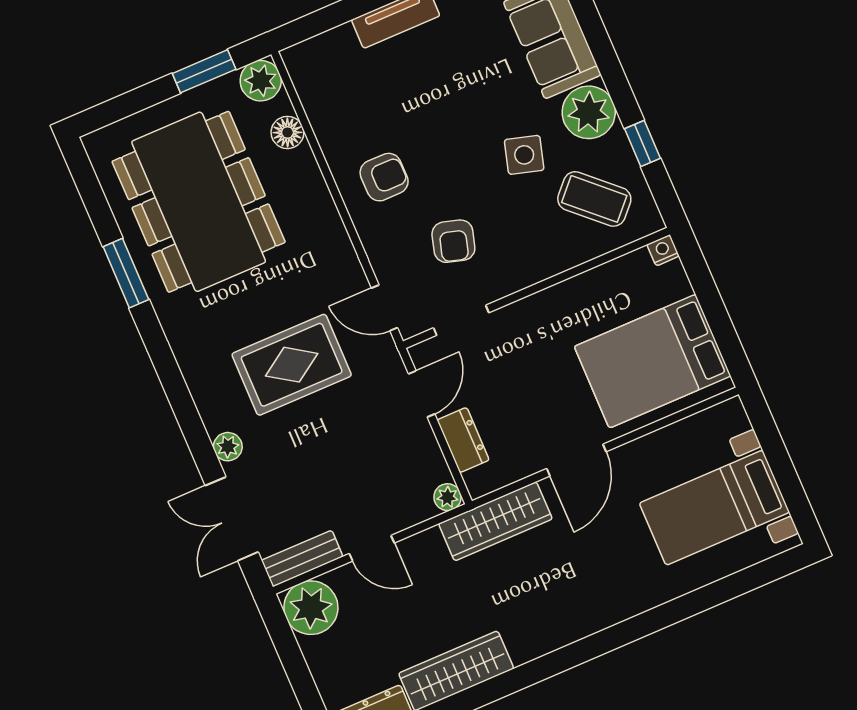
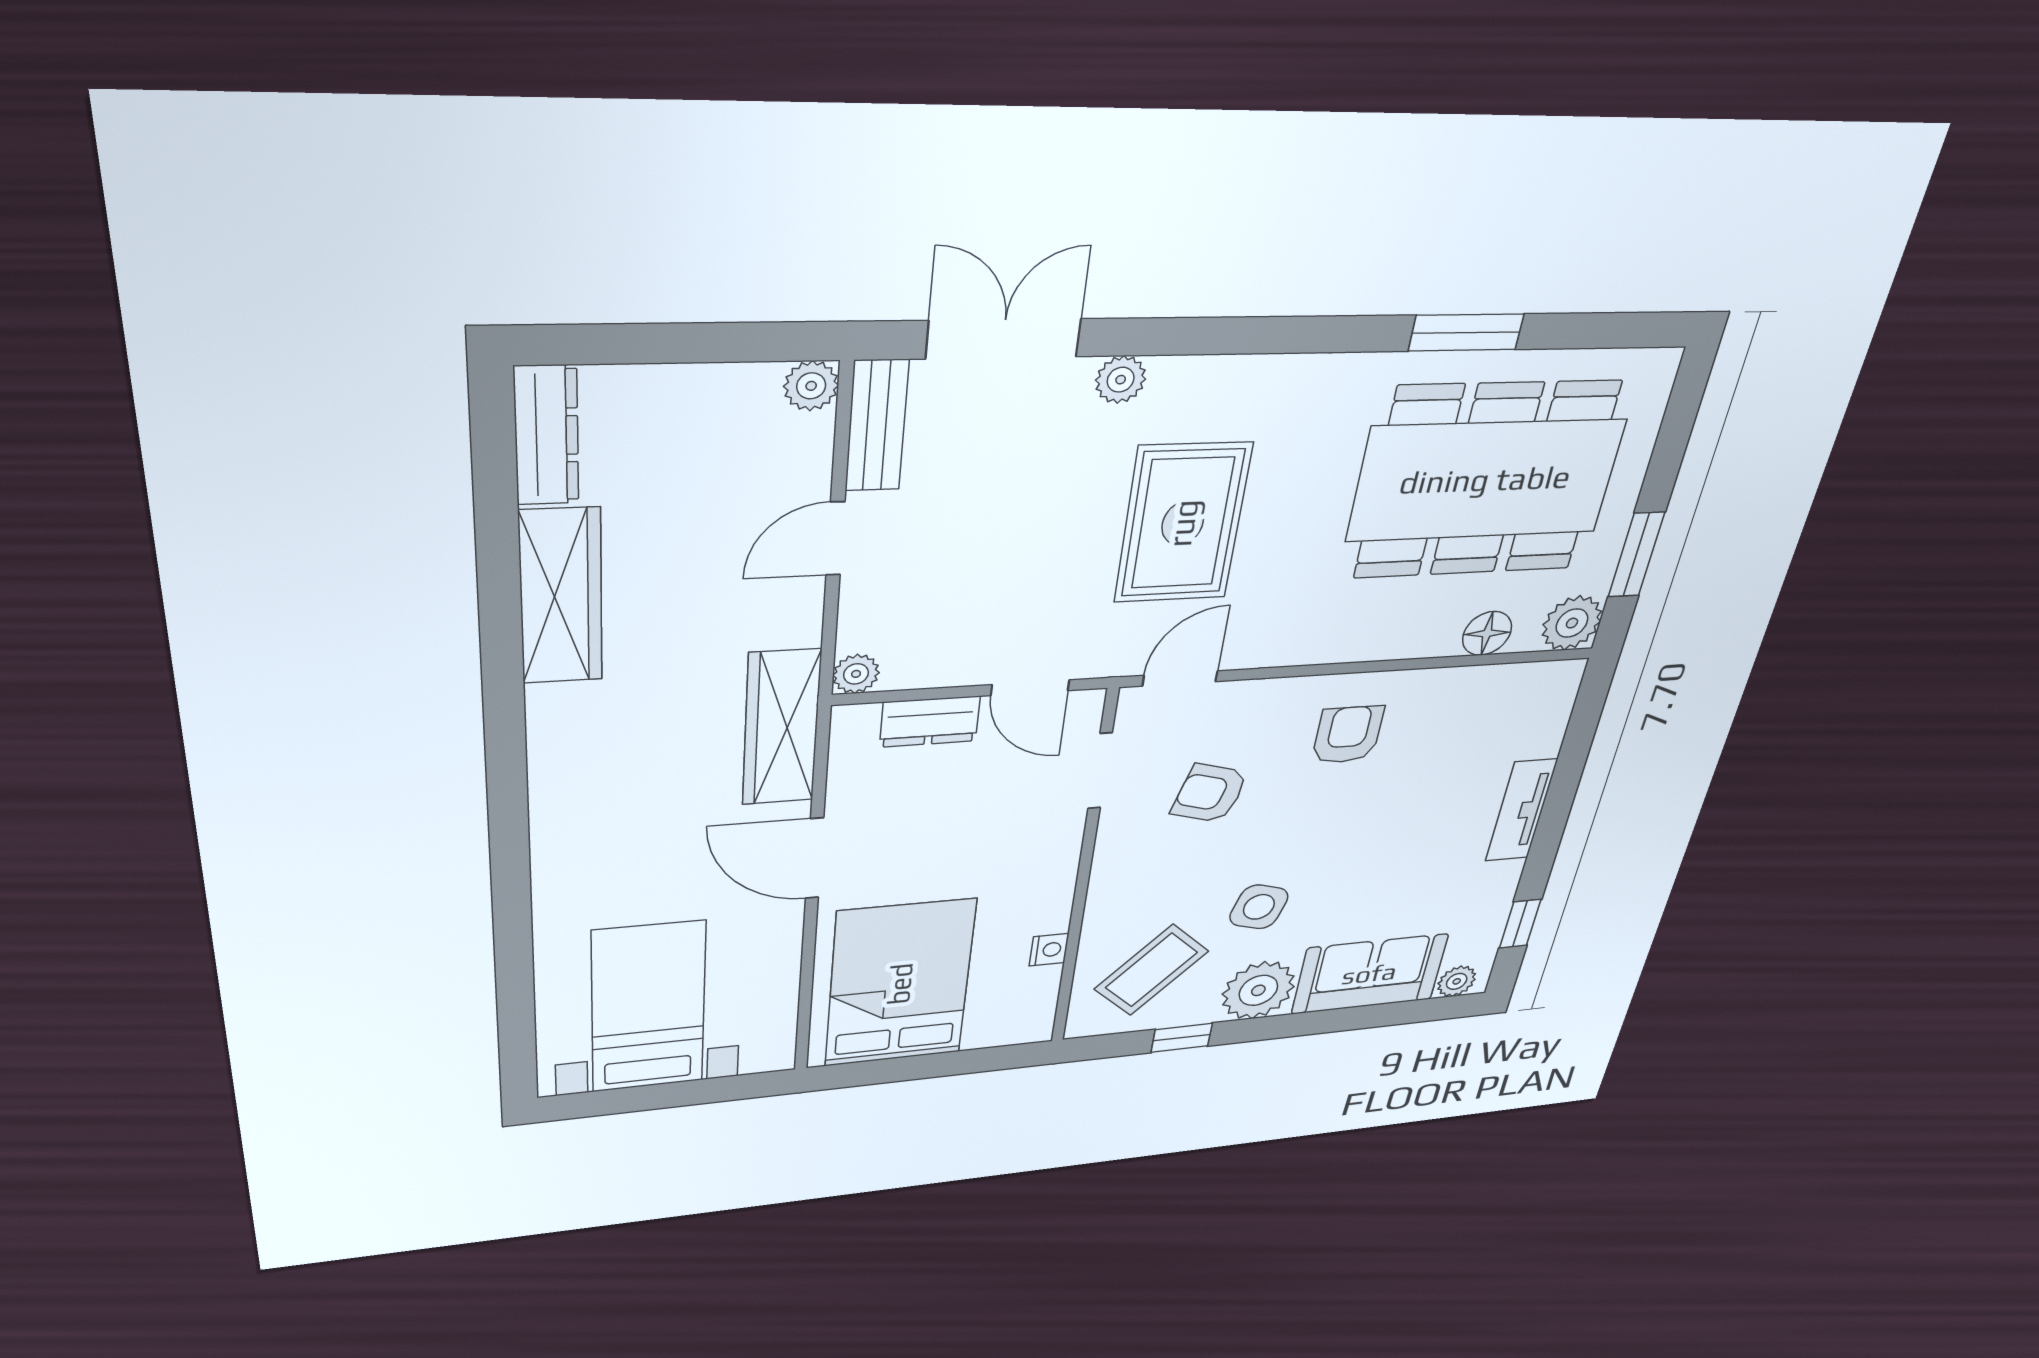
armchair: (384, 177) -> (1348, 735), turned 180
nightstand: (663, 250) -> (1049, 950), moved
plant: (311, 608) -> (811, 386), width x0.53, depth x0.53

